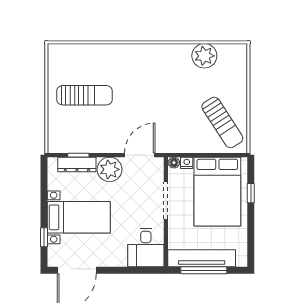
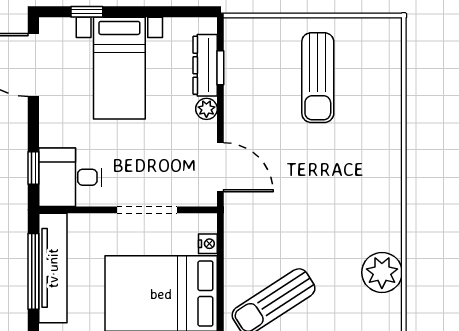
floor lamp: (174, 163) -> (208, 223), removed
plant: (110, 169) -> (206, 109), width x0.53, depth x0.53
window: (140, 270) -> (33, 168), added

